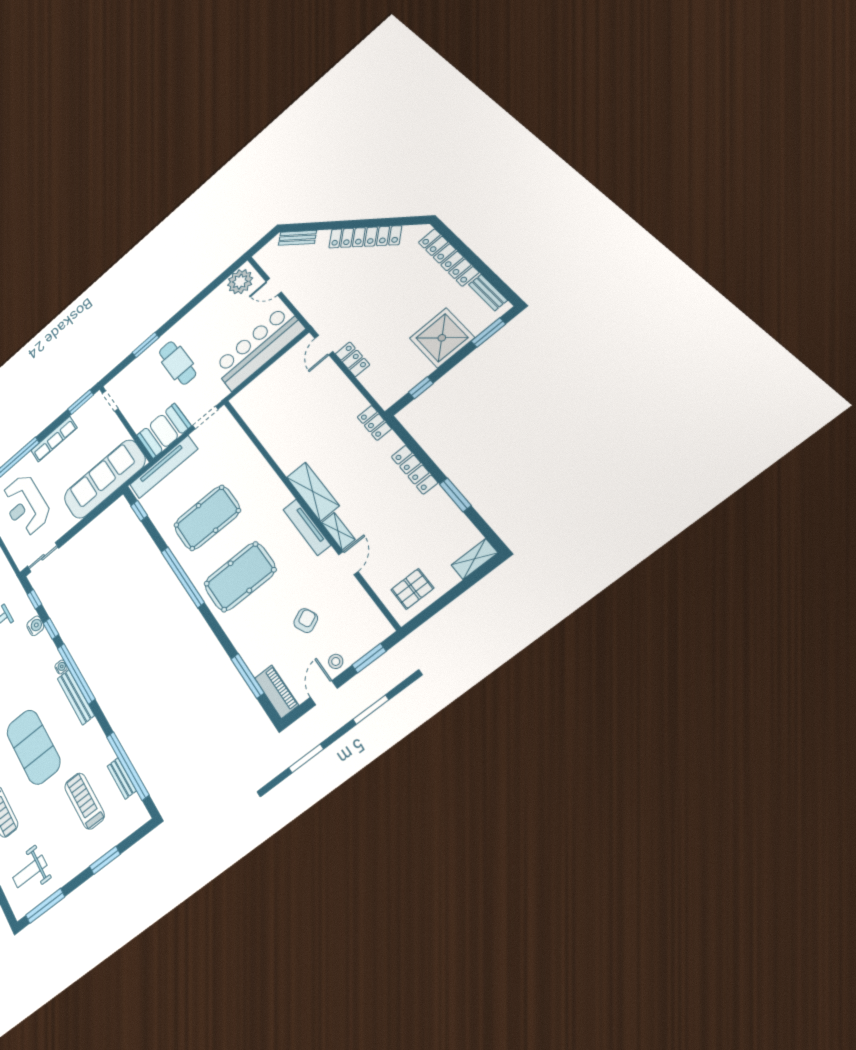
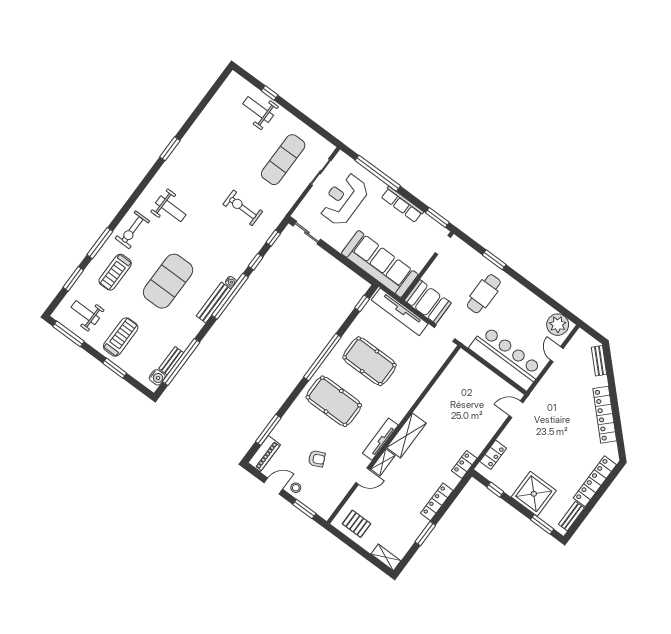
locker: (352, 359) -> (493, 455), moved
water cooler: (35, 626) -> (157, 377), moved
treadmill: (84, 801) -> (121, 337), moved

